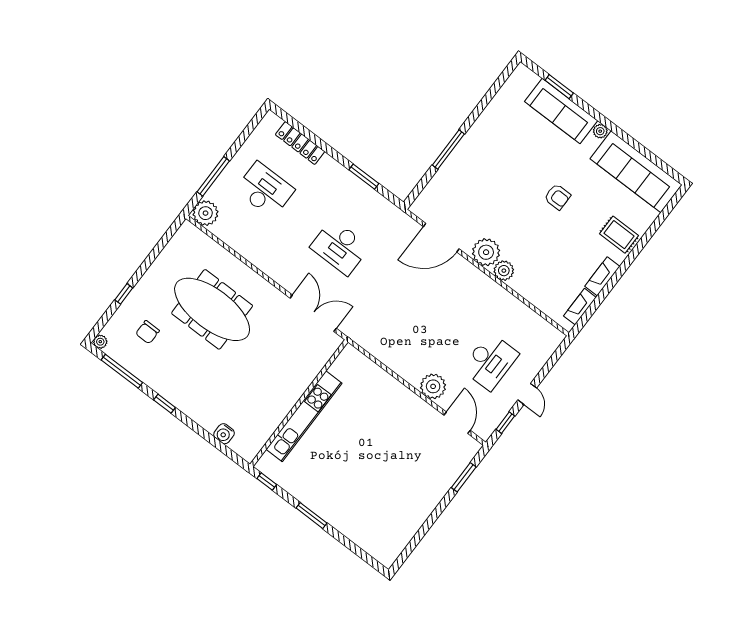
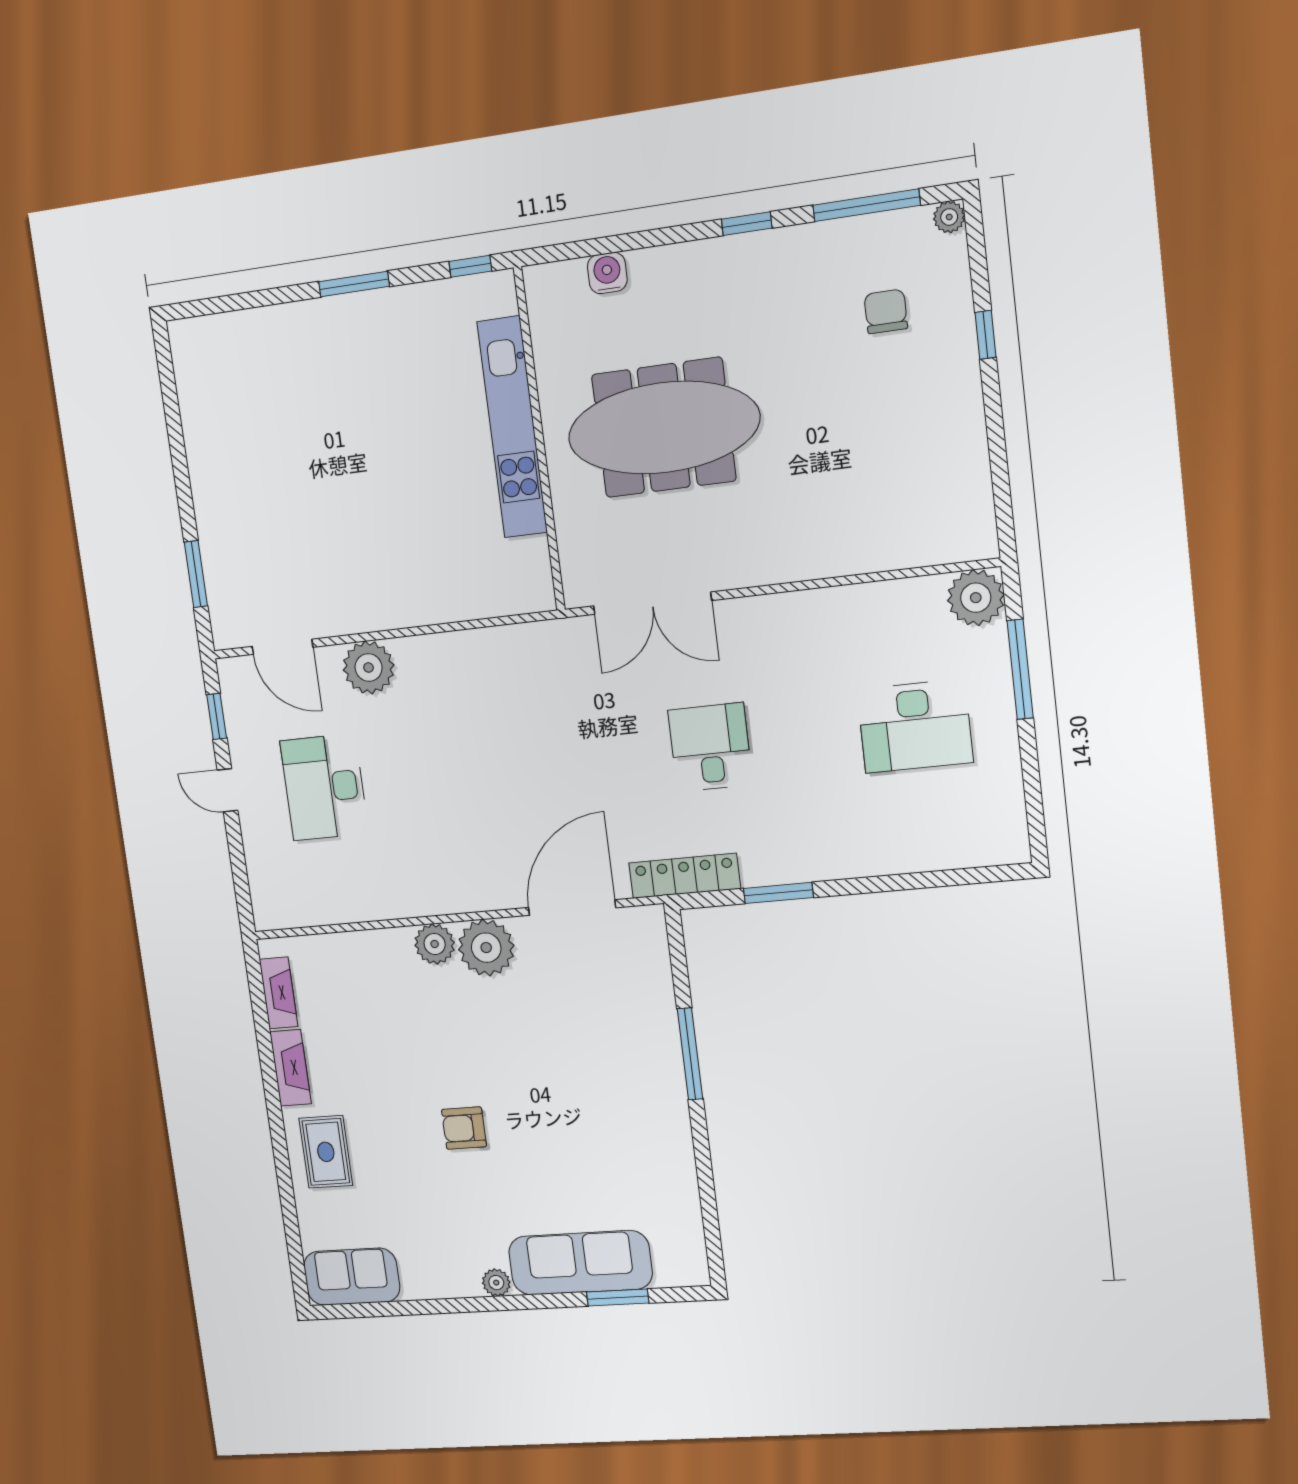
locker: (300, 143) -> (685, 876), moved
sofa: (636, 172) -> (352, 1277), width x0.54, depth x0.79
rug: (619, 235) -> (326, 1152), turned 90
desk: (340, 247) -> (710, 747), width x0.73
meeting table: (212, 309) -> (664, 428), moved

